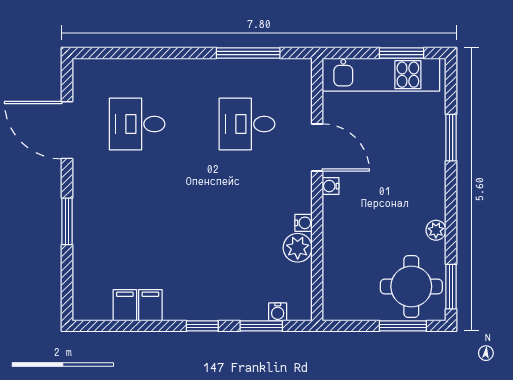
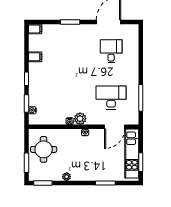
desk: (247, 124) -> (111, 97), width x1.37
door: (317, 147) -> (115, 127), moved
plant: (298, 248) -> (80, 119), moved
round table: (411, 286) -> (44, 149), moved
filing cabinet: (125, 305) -> (35, 29), moved

